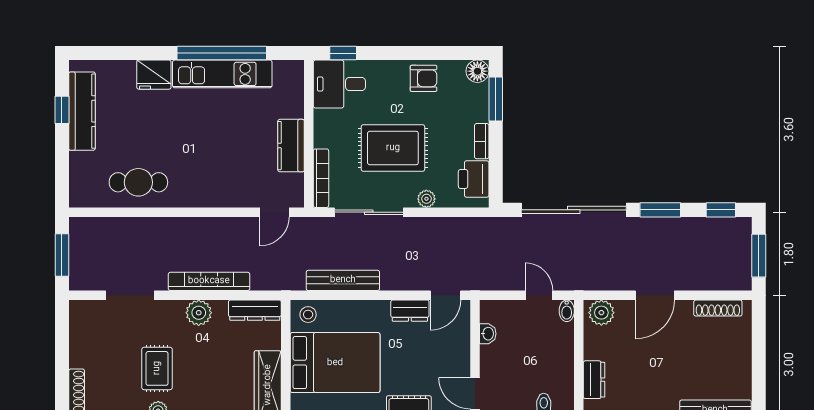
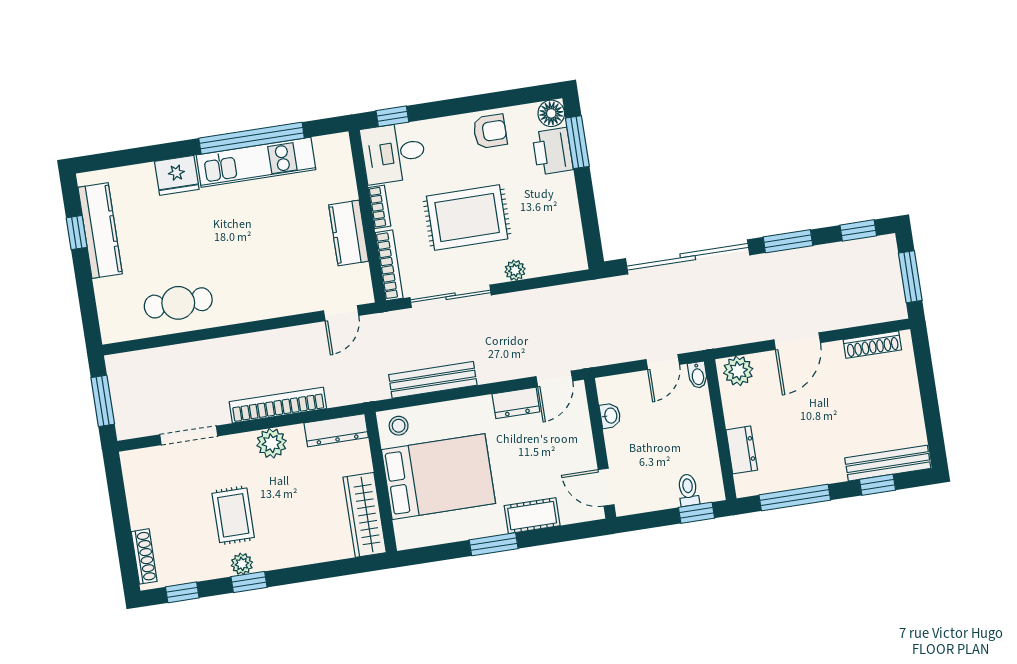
bookcase: (482, 141) -> (379, 207), moved, turned 180
printer: (474, 179) -> (553, 151), moved
door: (539, 295) -> (663, 362), swing flipped

